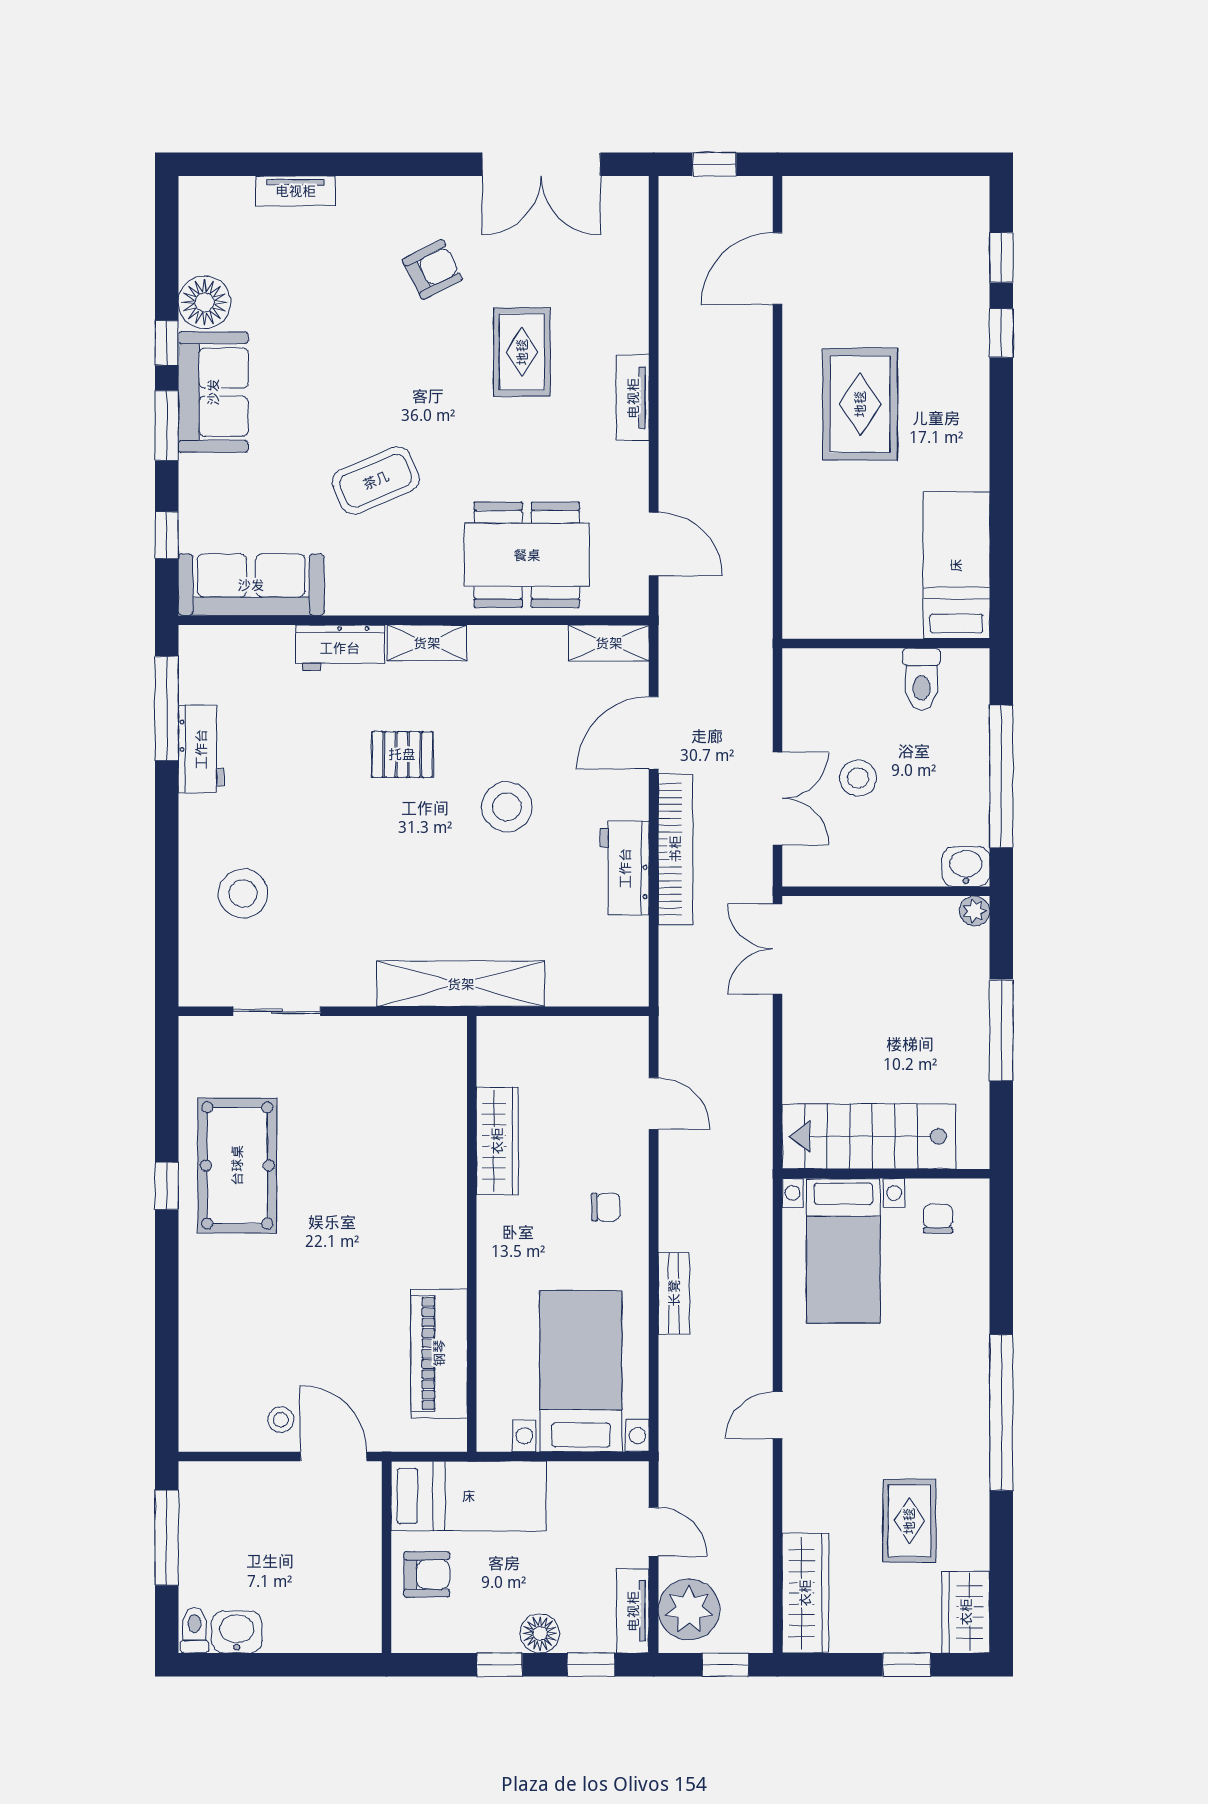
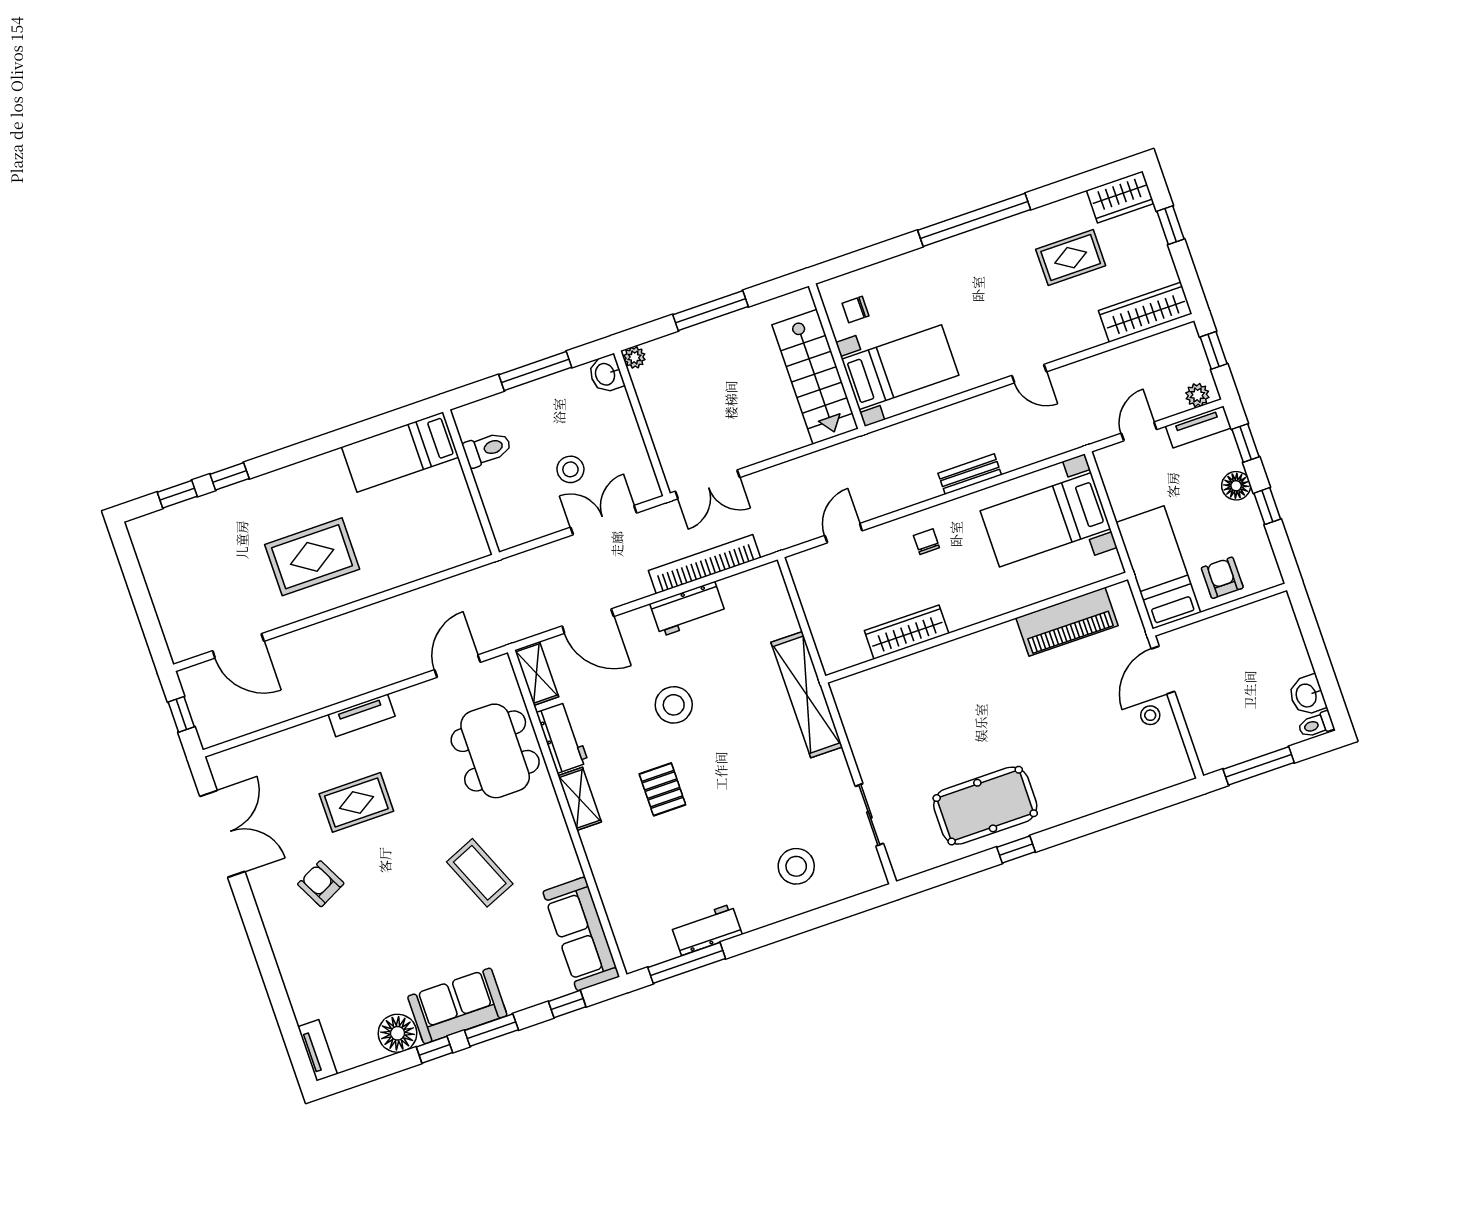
tv unit: (296, 191) -> (318, 1050), moved
workbench: (340, 648) -> (562, 738), moved
window: (1001, 776) -> (535, 371), width x0.68
bookcase: (675, 849) -> (705, 564), moved
plant: (689, 1609) -> (1197, 395), width x0.53, depth x0.53

